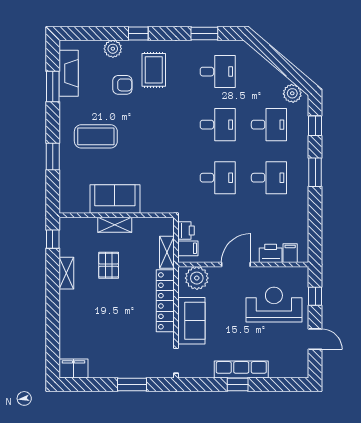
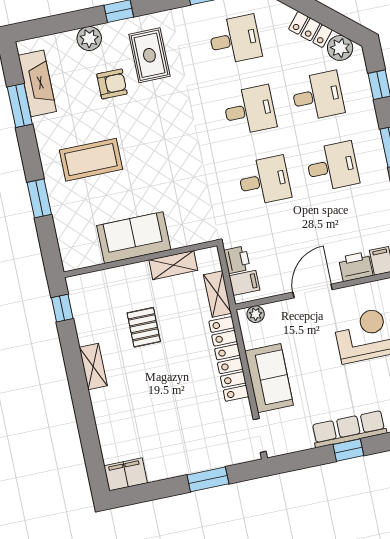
locker: (274, 75) -> (310, 29), added
shelving: (115, 225) -> (173, 265), moved
shelving: (66, 273) -> (93, 366), moved
plant: (197, 278) -> (256, 314), width x0.53, depth x0.53

